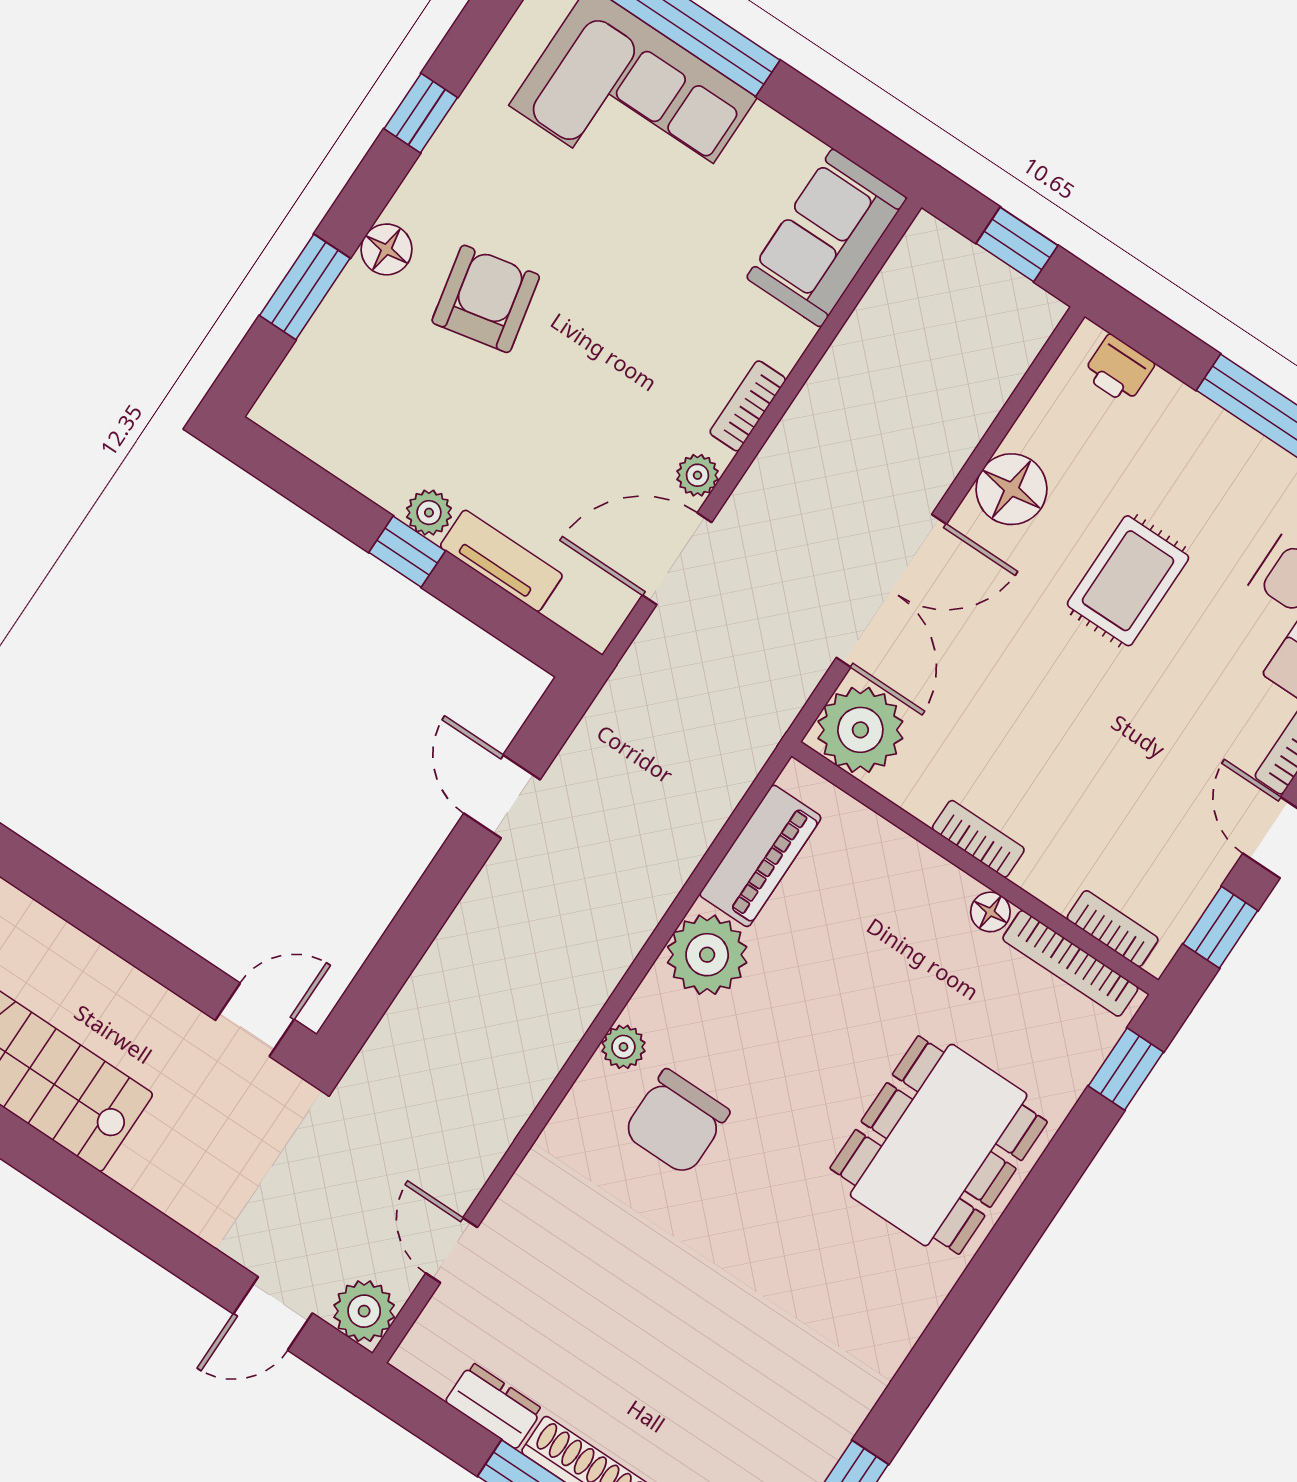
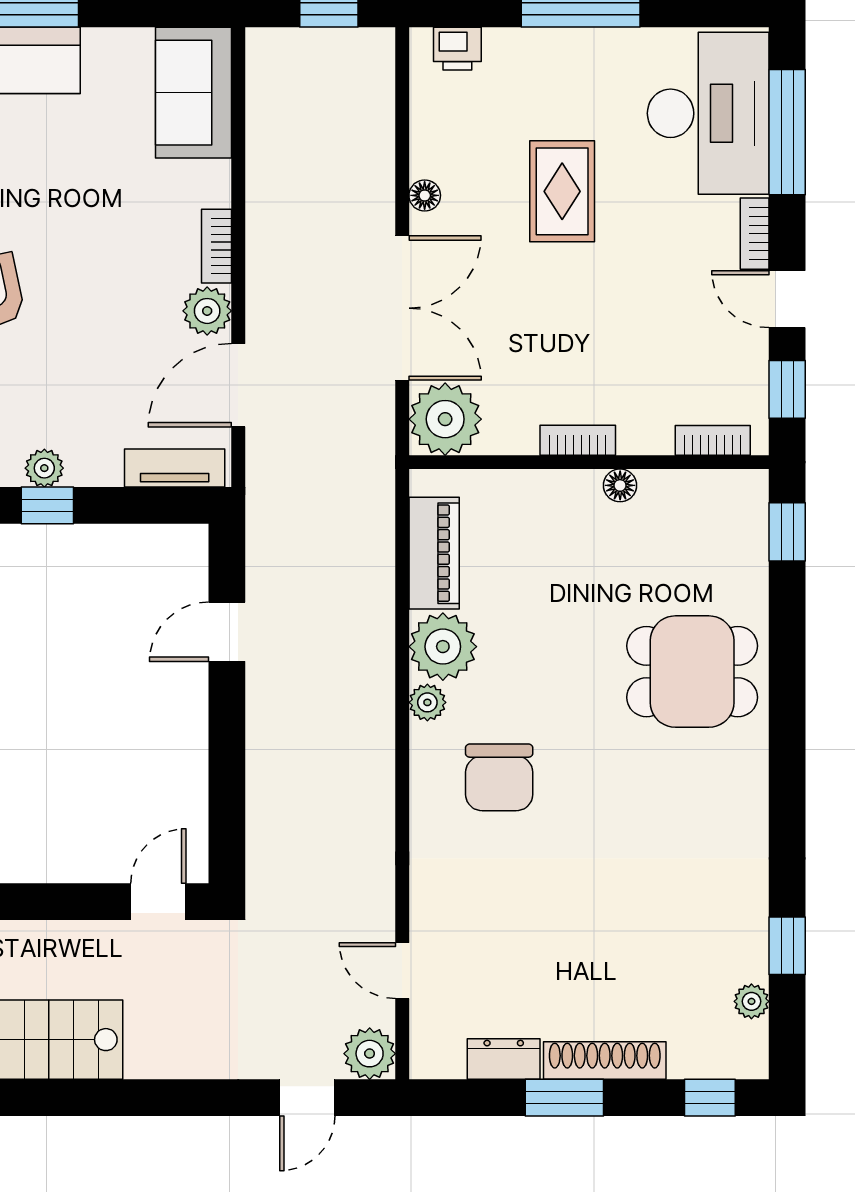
plant: (698, 475) -> (207, 311), width x1.38, depth x1.38
floor lamp: (1011, 489) -> (425, 195), width x0.53, depth x0.53
tv unit: (501, 561) -> (175, 468), moved
door: (502, 796) -> (227, 632), hinge flipped
bookcase: (1070, 963) -> (699, 484), removed
plant: (623, 1047) -> (427, 702), moved
dining table: (939, 1145) -> (692, 672), width x0.73

